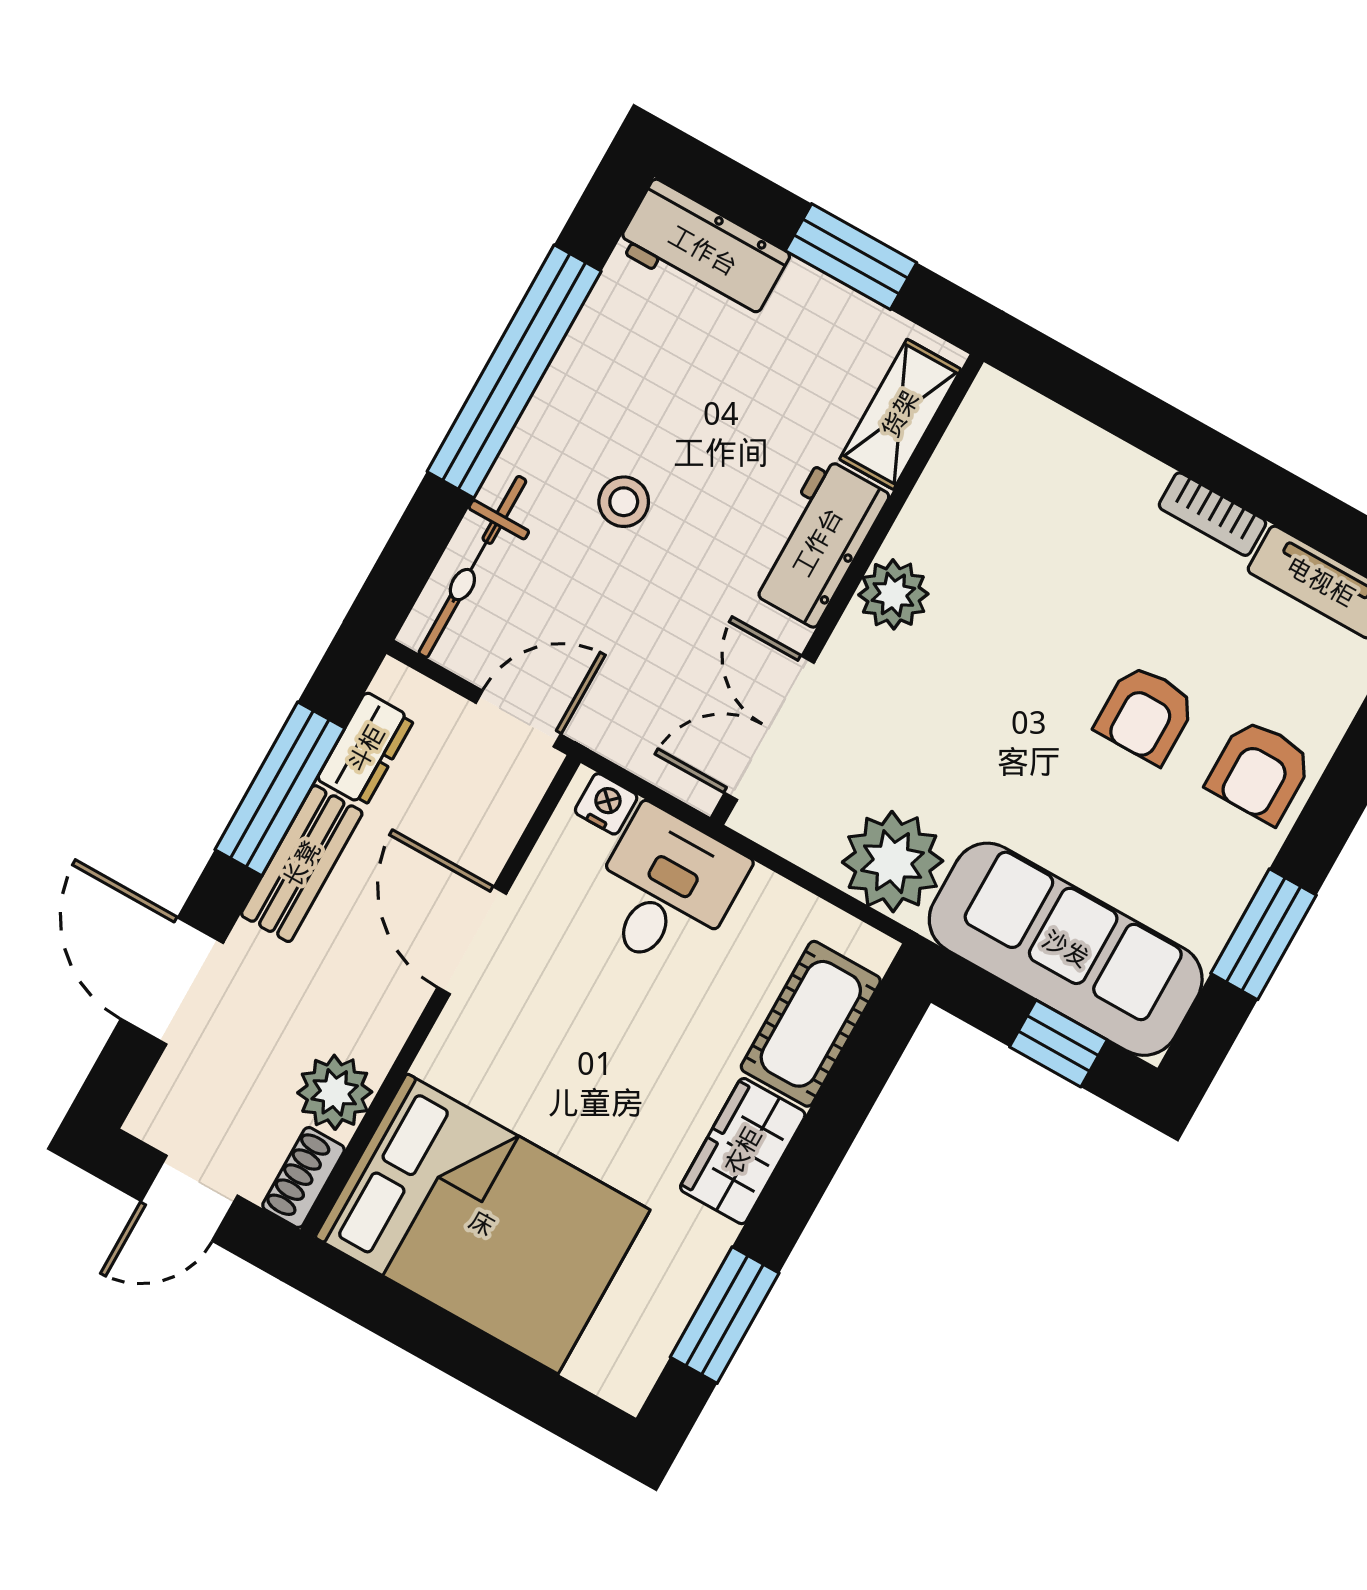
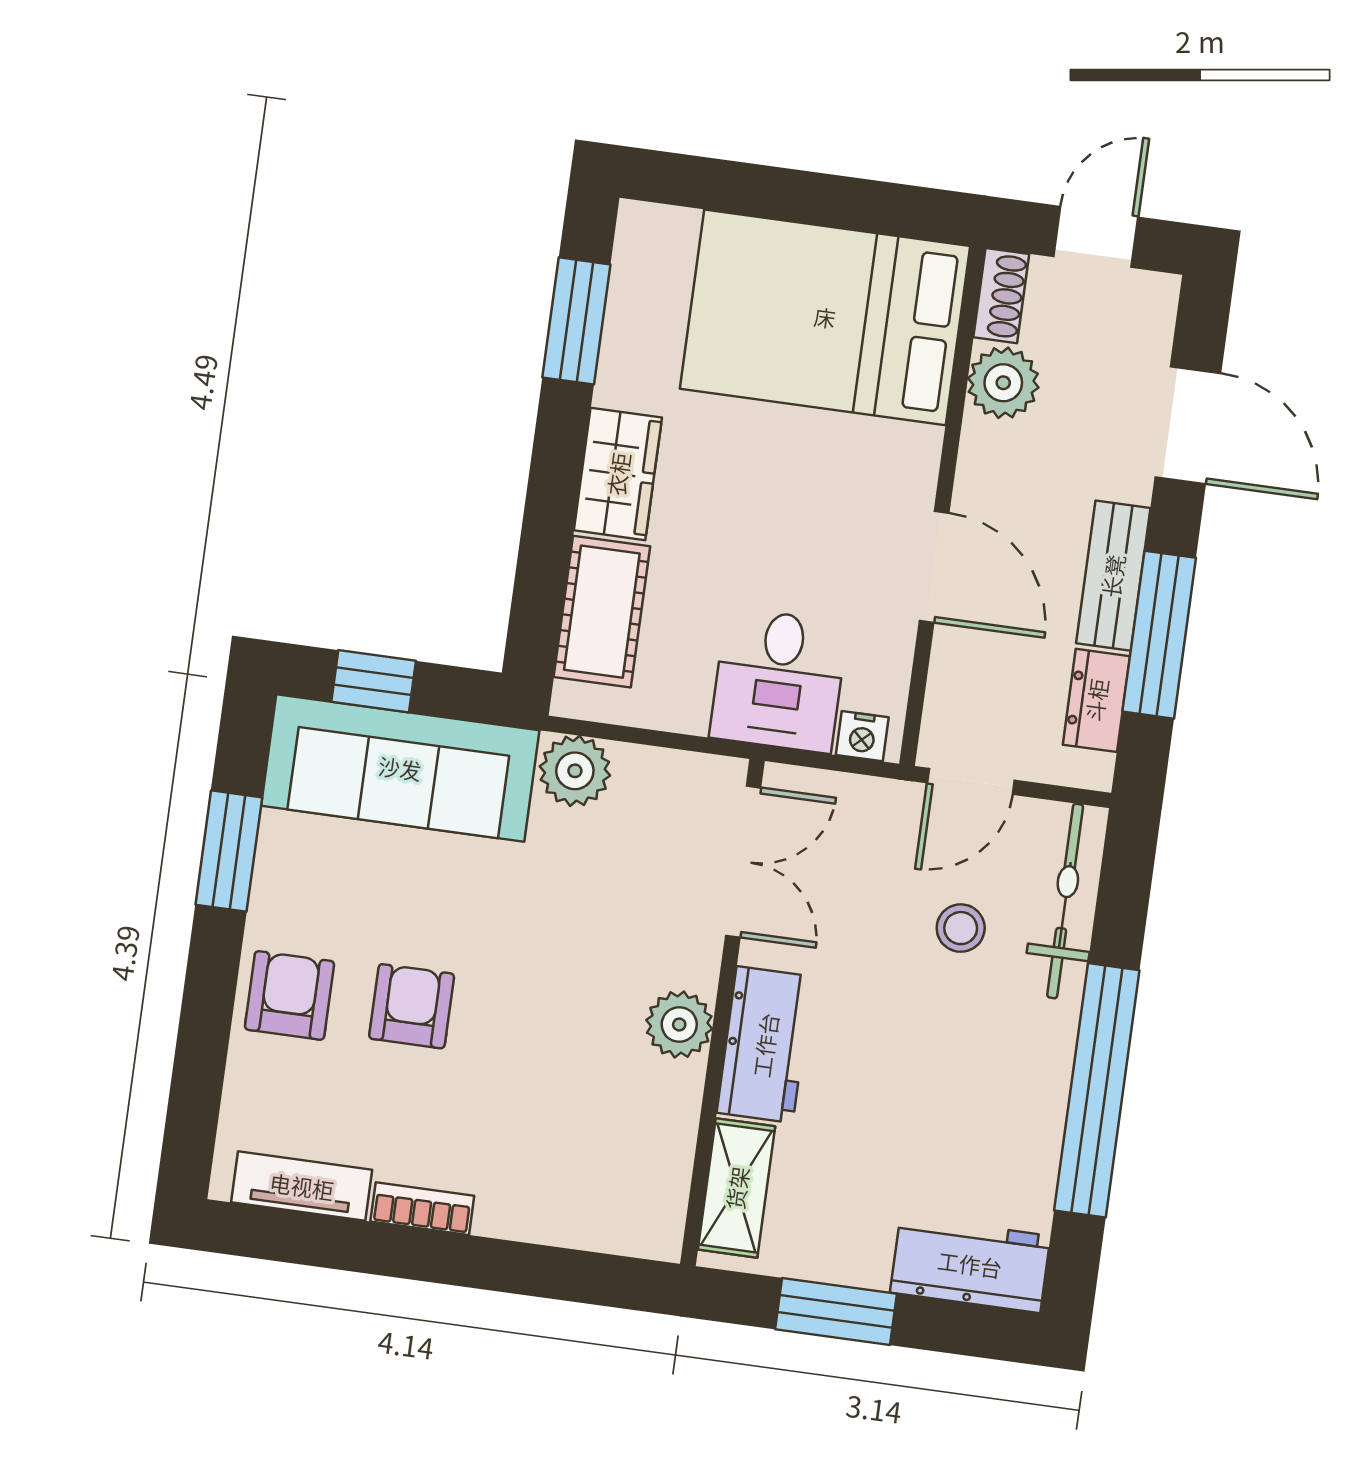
stool: (624, 502) -> (961, 928), moved
plant: (893, 862) -> (575, 771), width x0.73, depth x0.73

